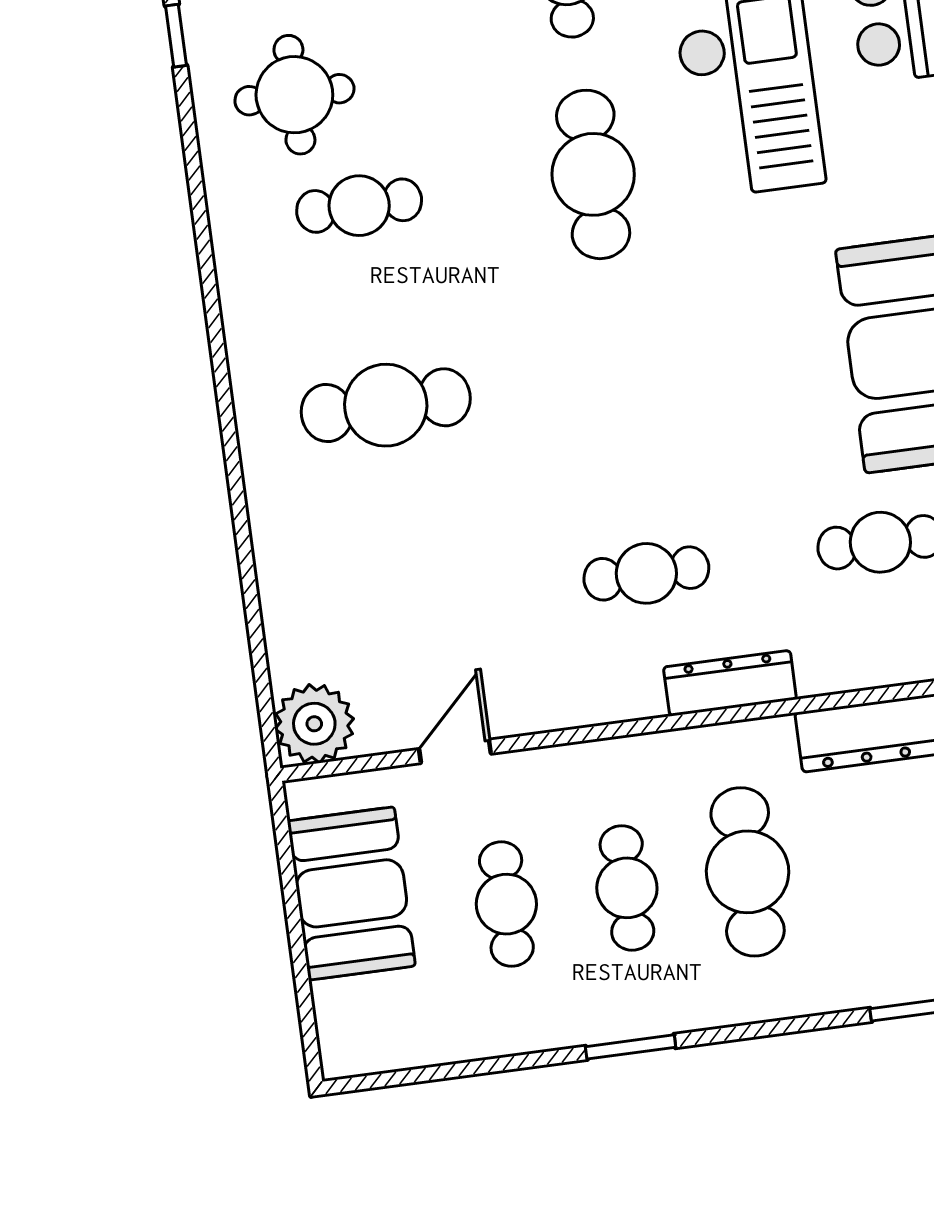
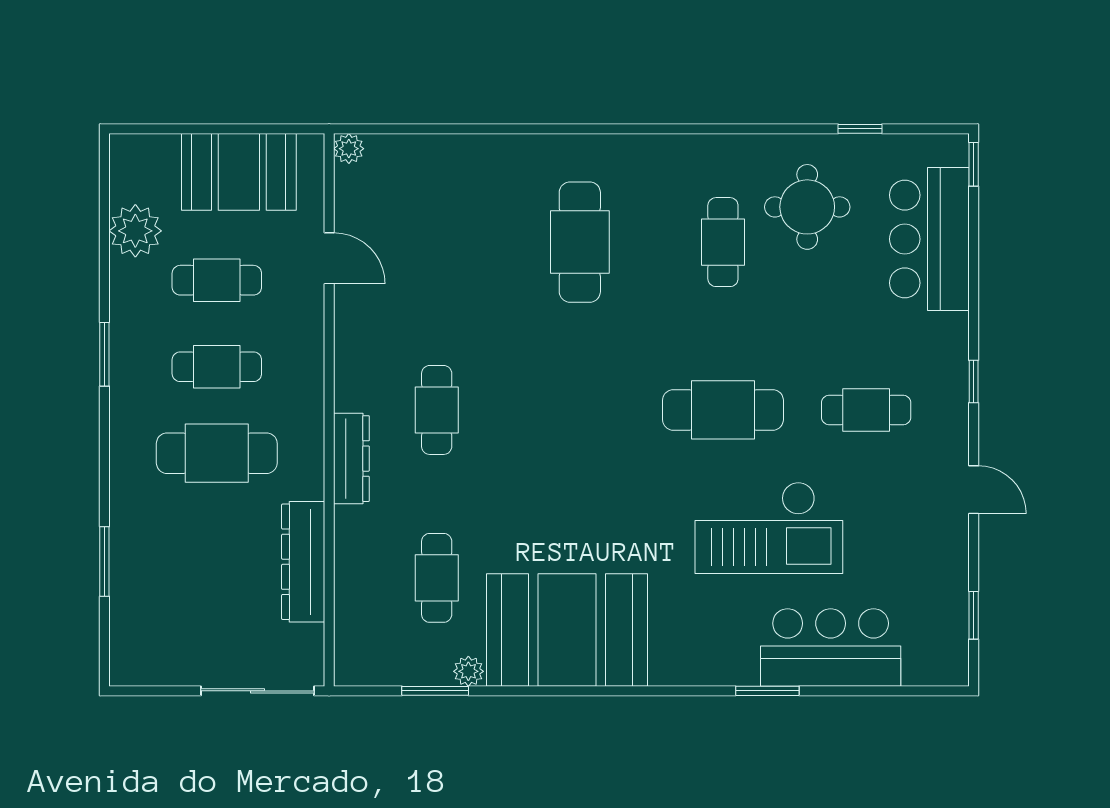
plant: (314, 724) -> (349, 149), width x0.53, depth x0.53
plant: (453, 1027) -> (135, 231), added

